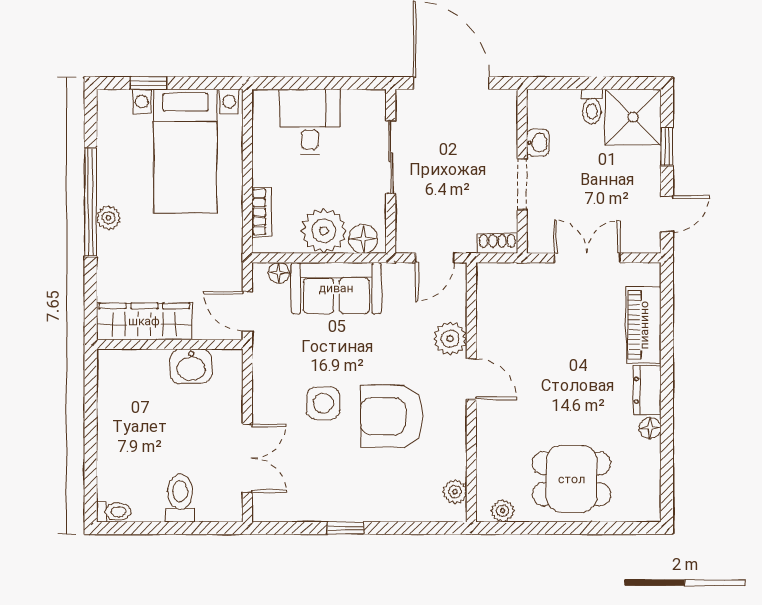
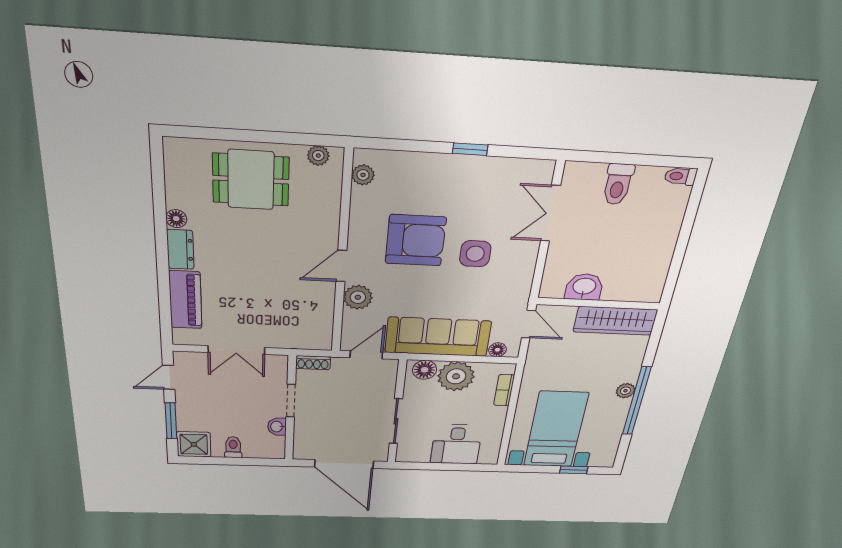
shower: (633, 117) -> (194, 444), width x0.73, depth x0.73
window: (667, 147) -> (171, 421), width x1.50
sofa: (336, 288) -> (438, 337), width x1.36
door: (471, 379) -> (341, 266), hinge flipped

